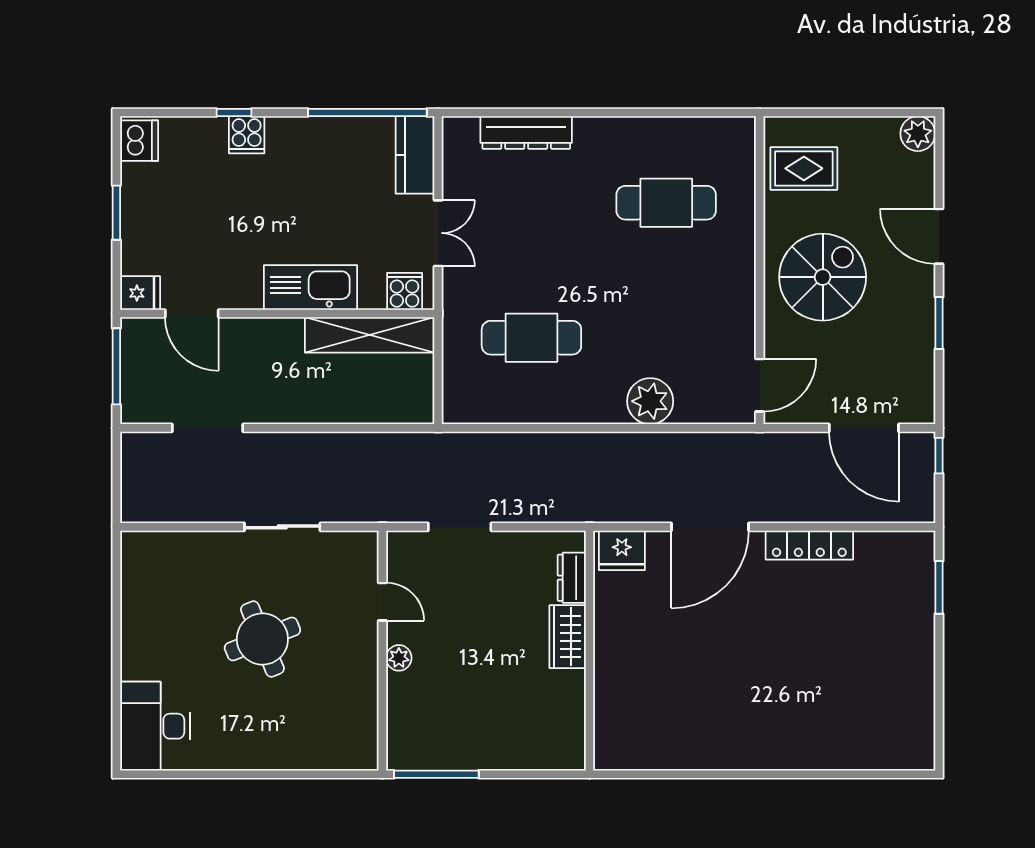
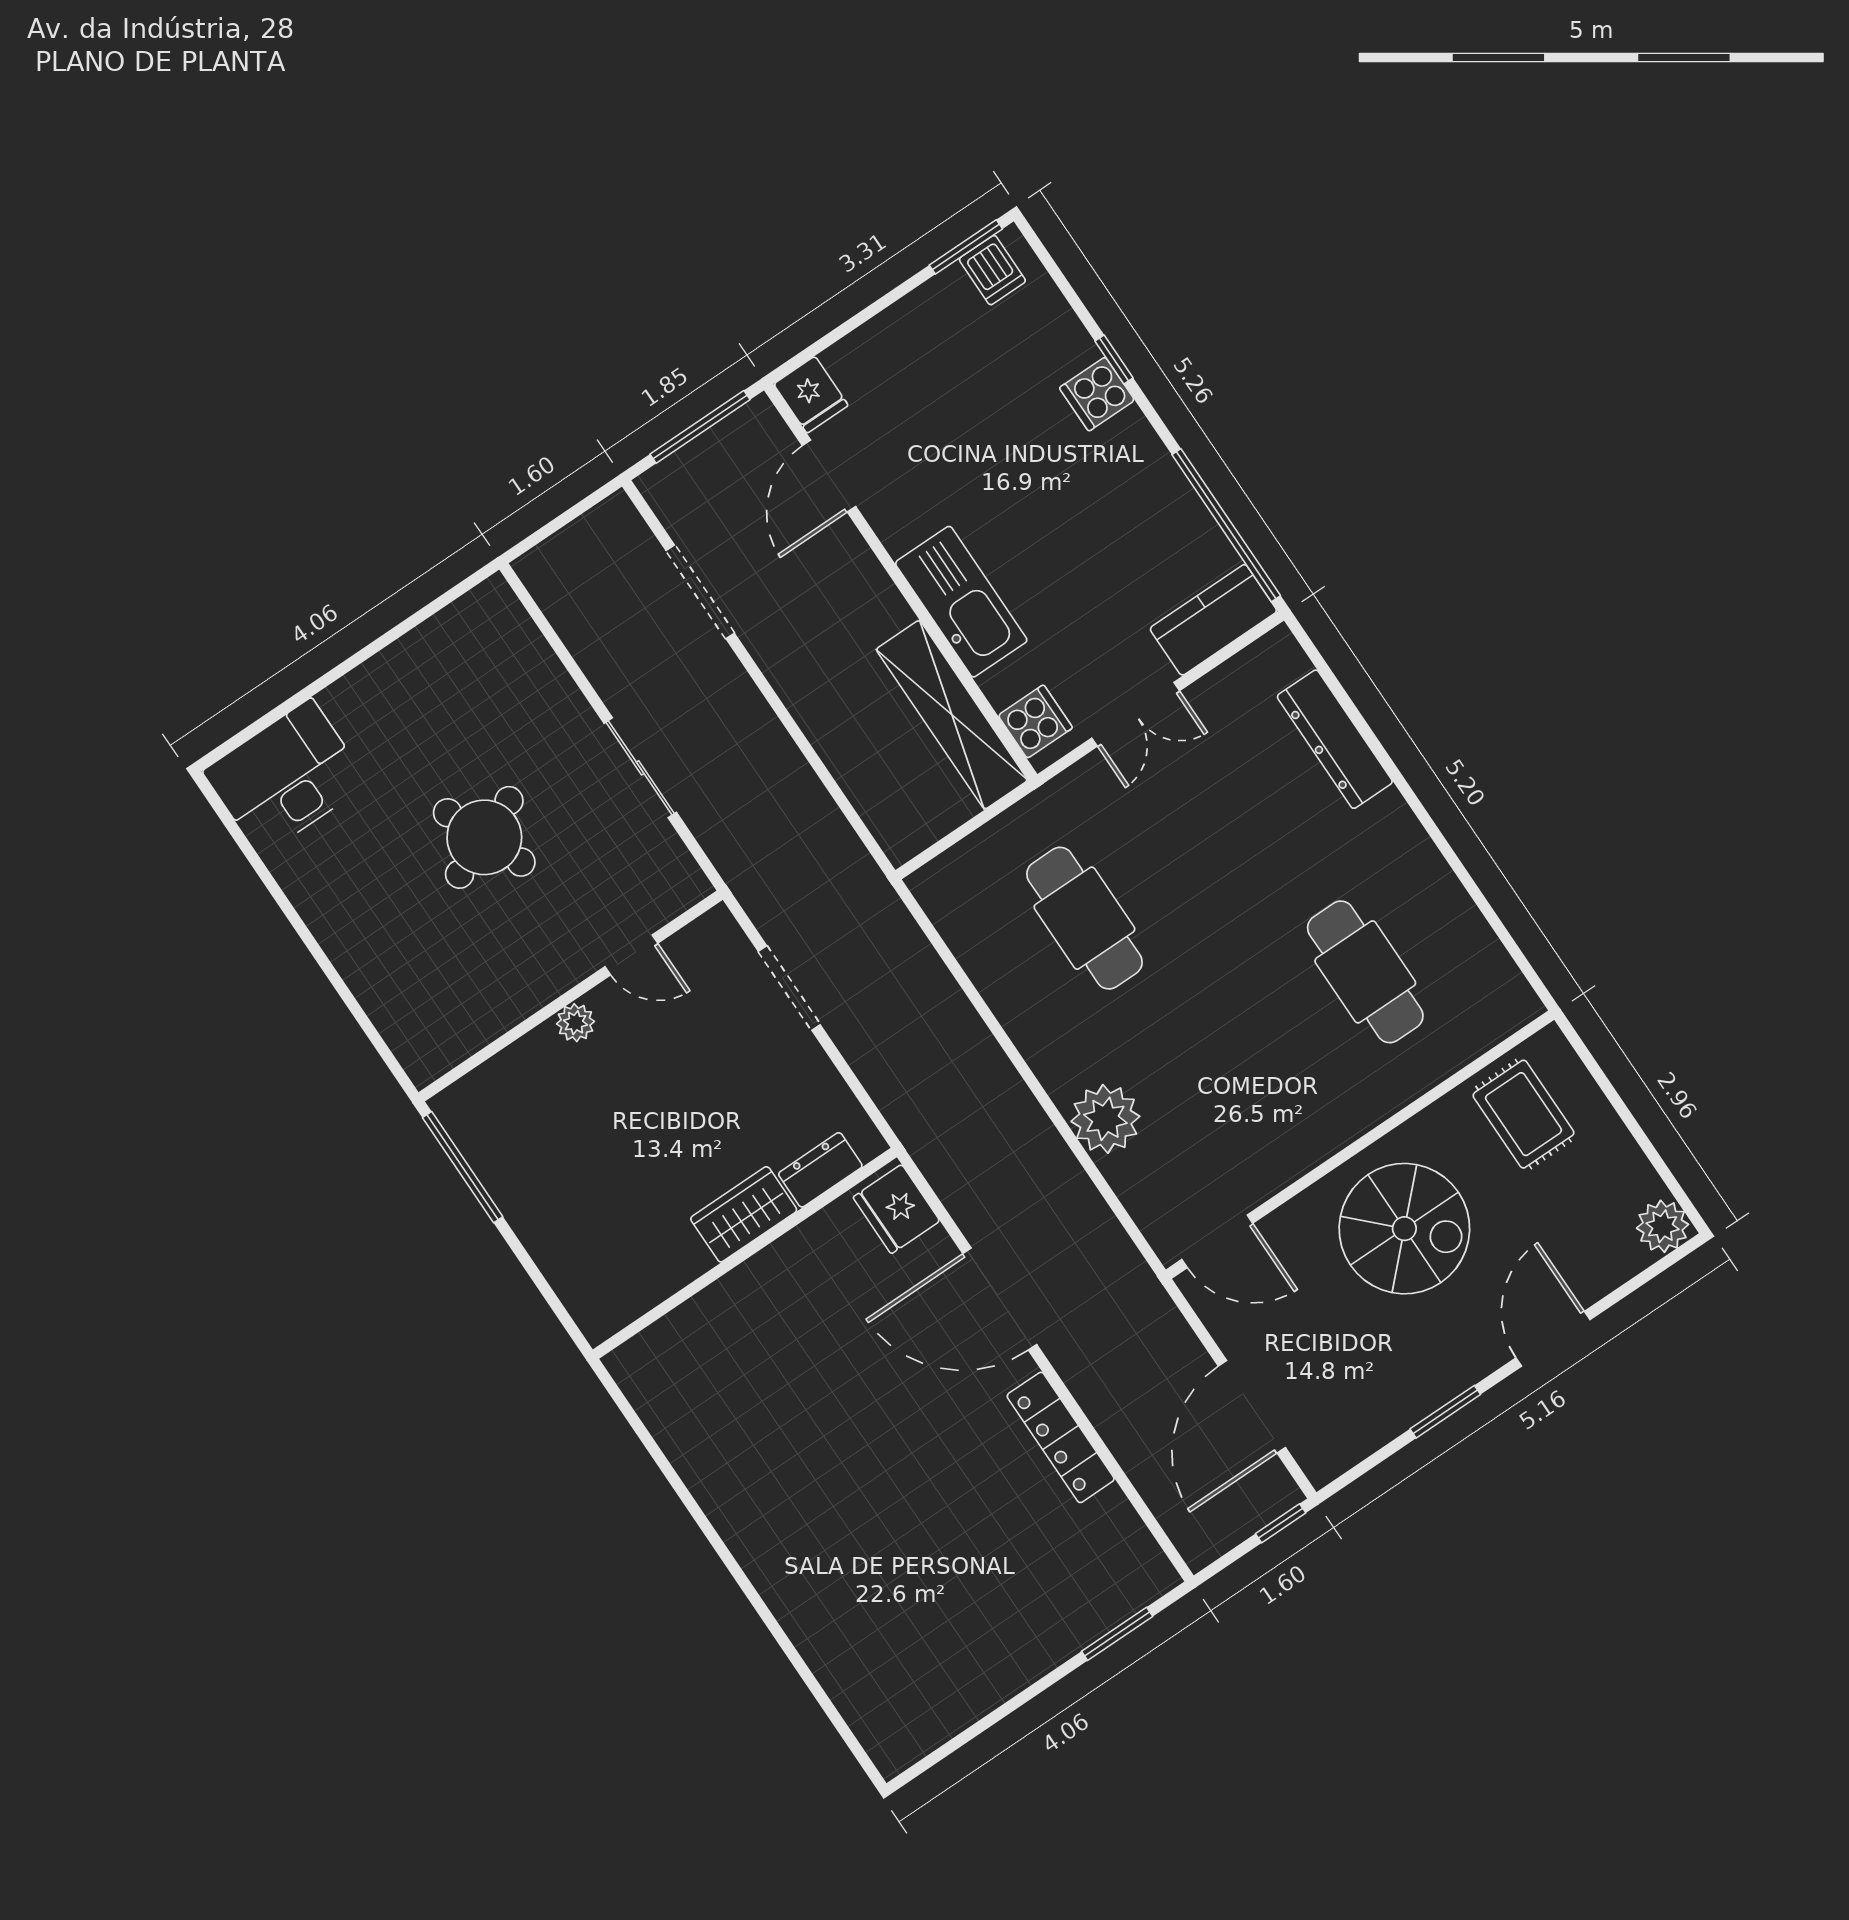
dishwasher: (139, 141) -> (992, 270), width x0.73
window: (116, 213) -> (966, 247), moved
door: (382, 602) -> (631, 955), hinge flipped

